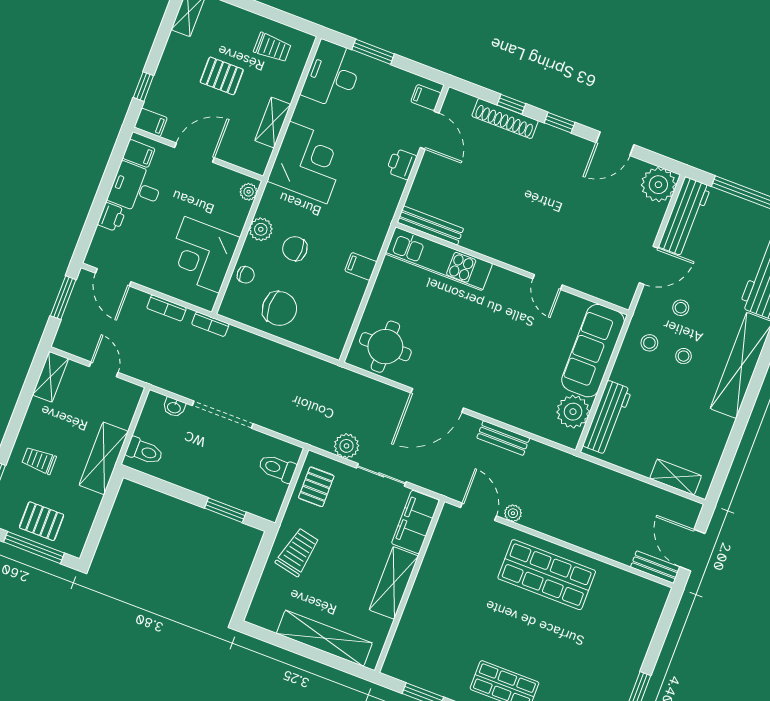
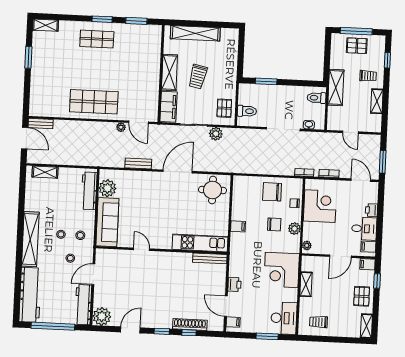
pallet: (222, 76) -> (362, 296), moved, turned 90
shelving: (50, 377) -> (377, 101), moved
trolley: (298, 552) -> (198, 77), moved

